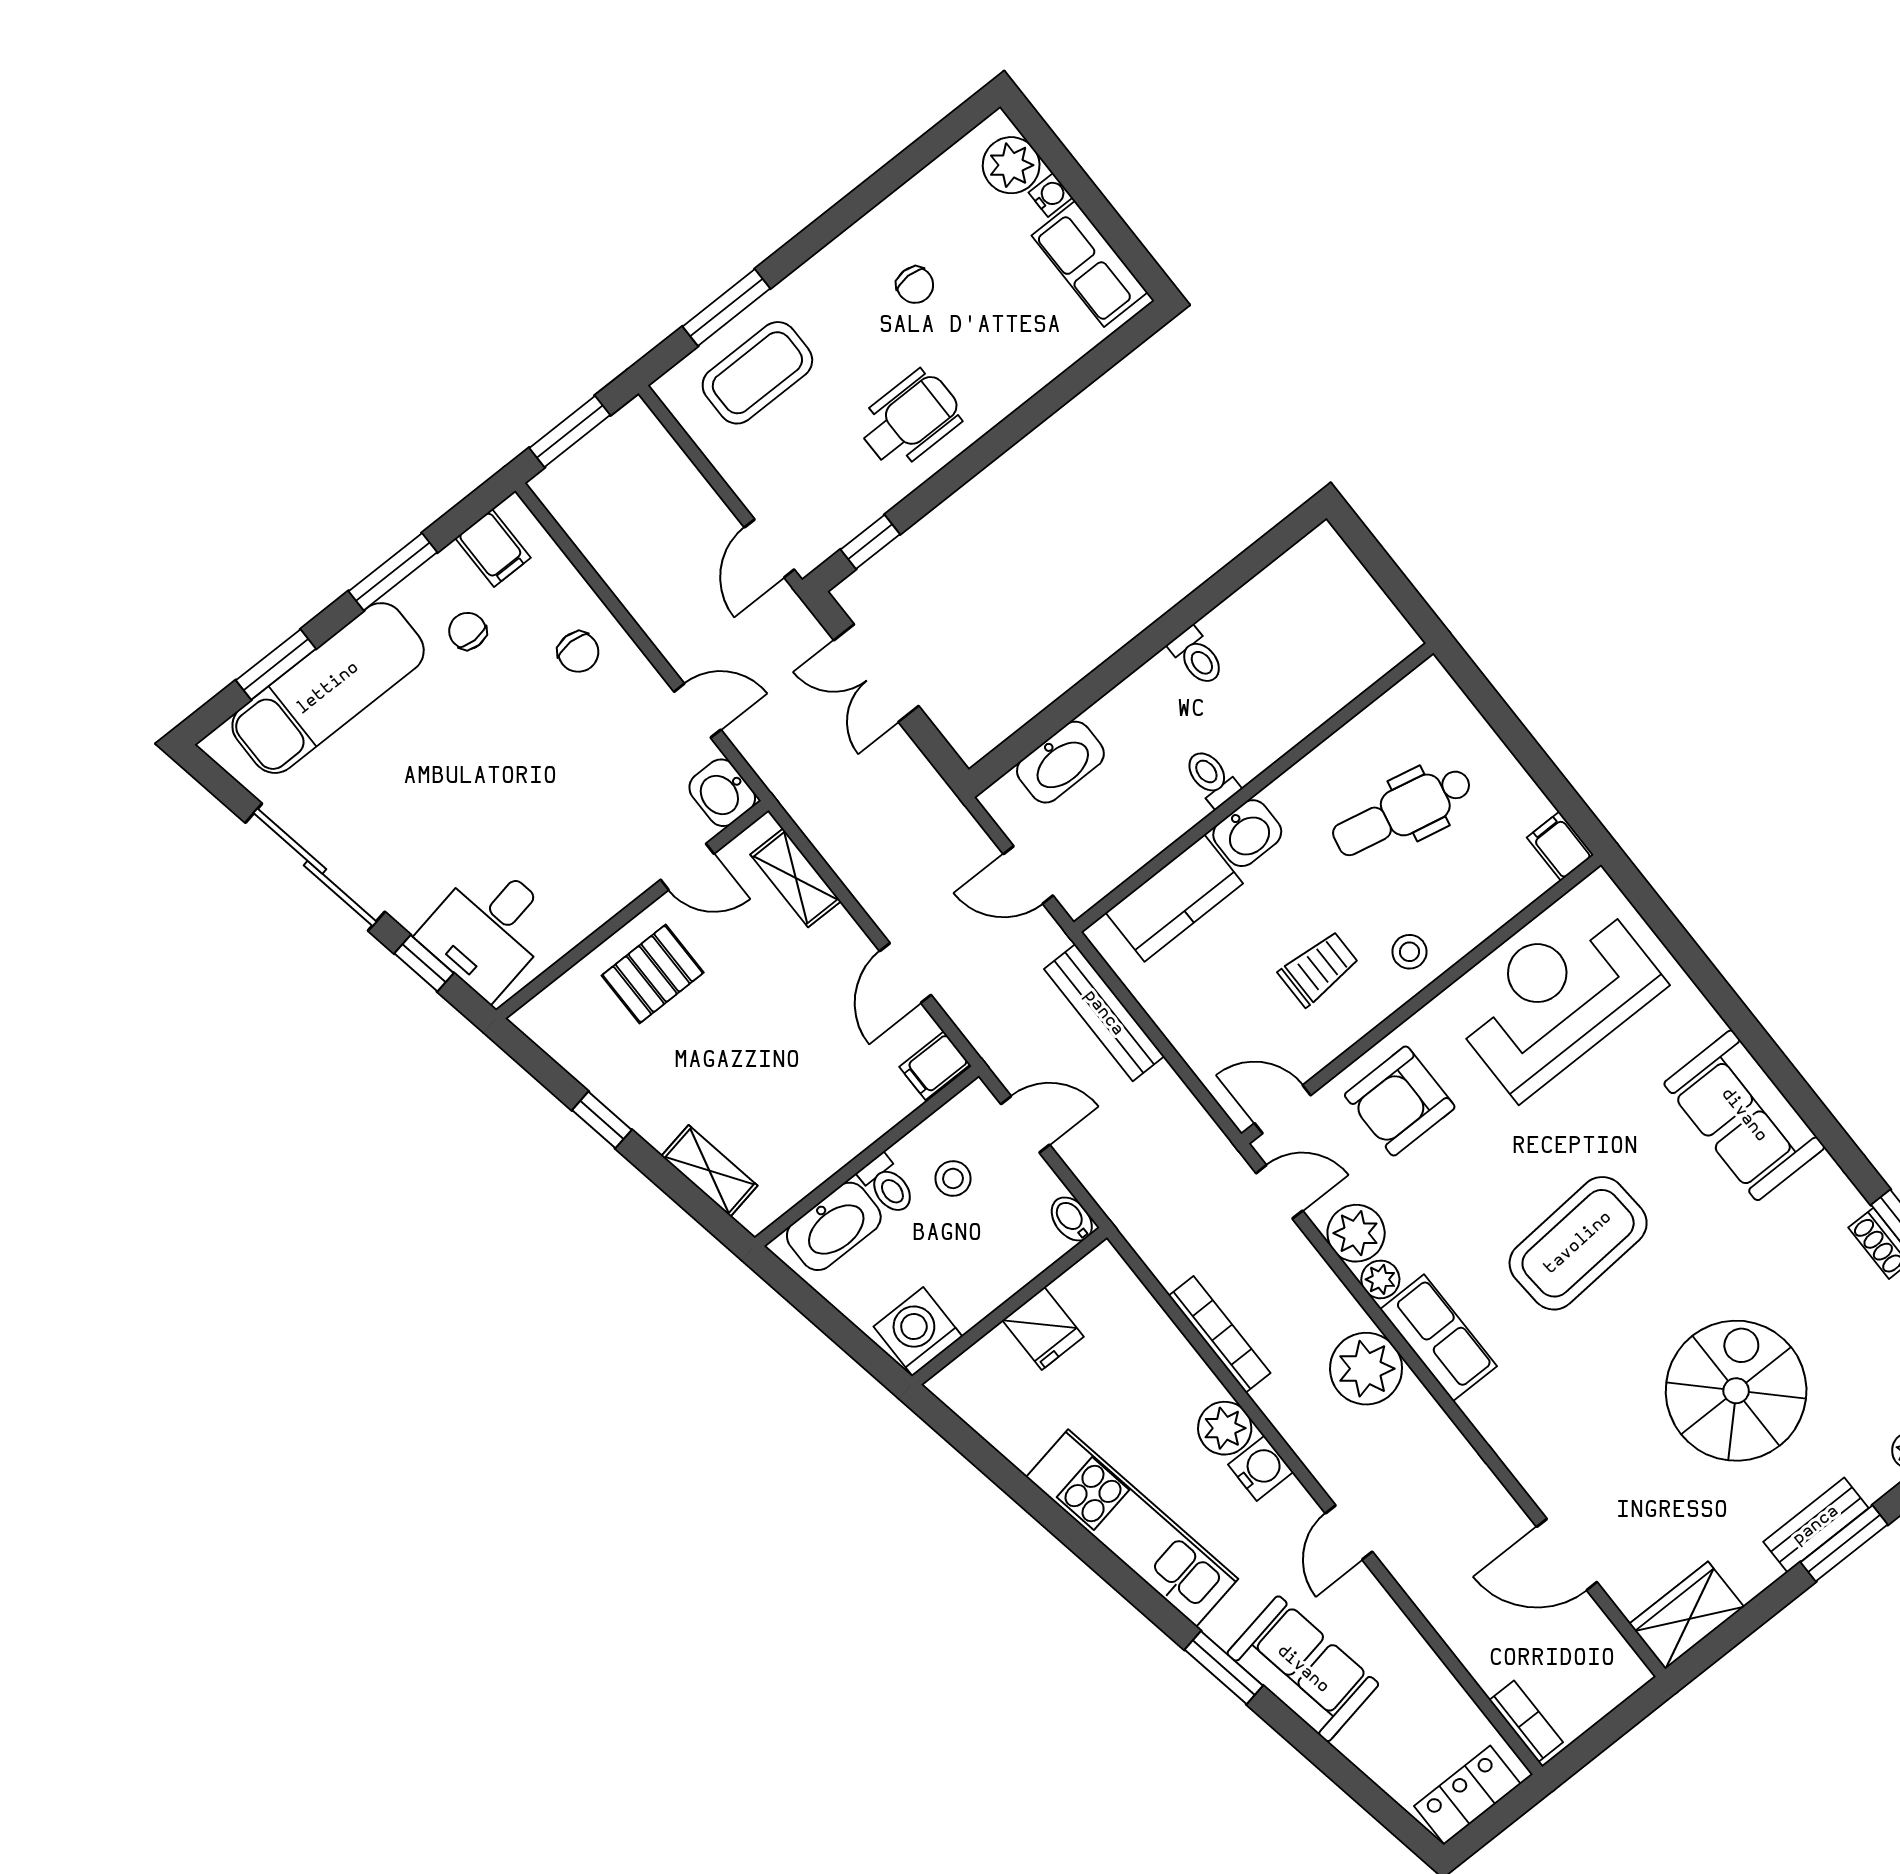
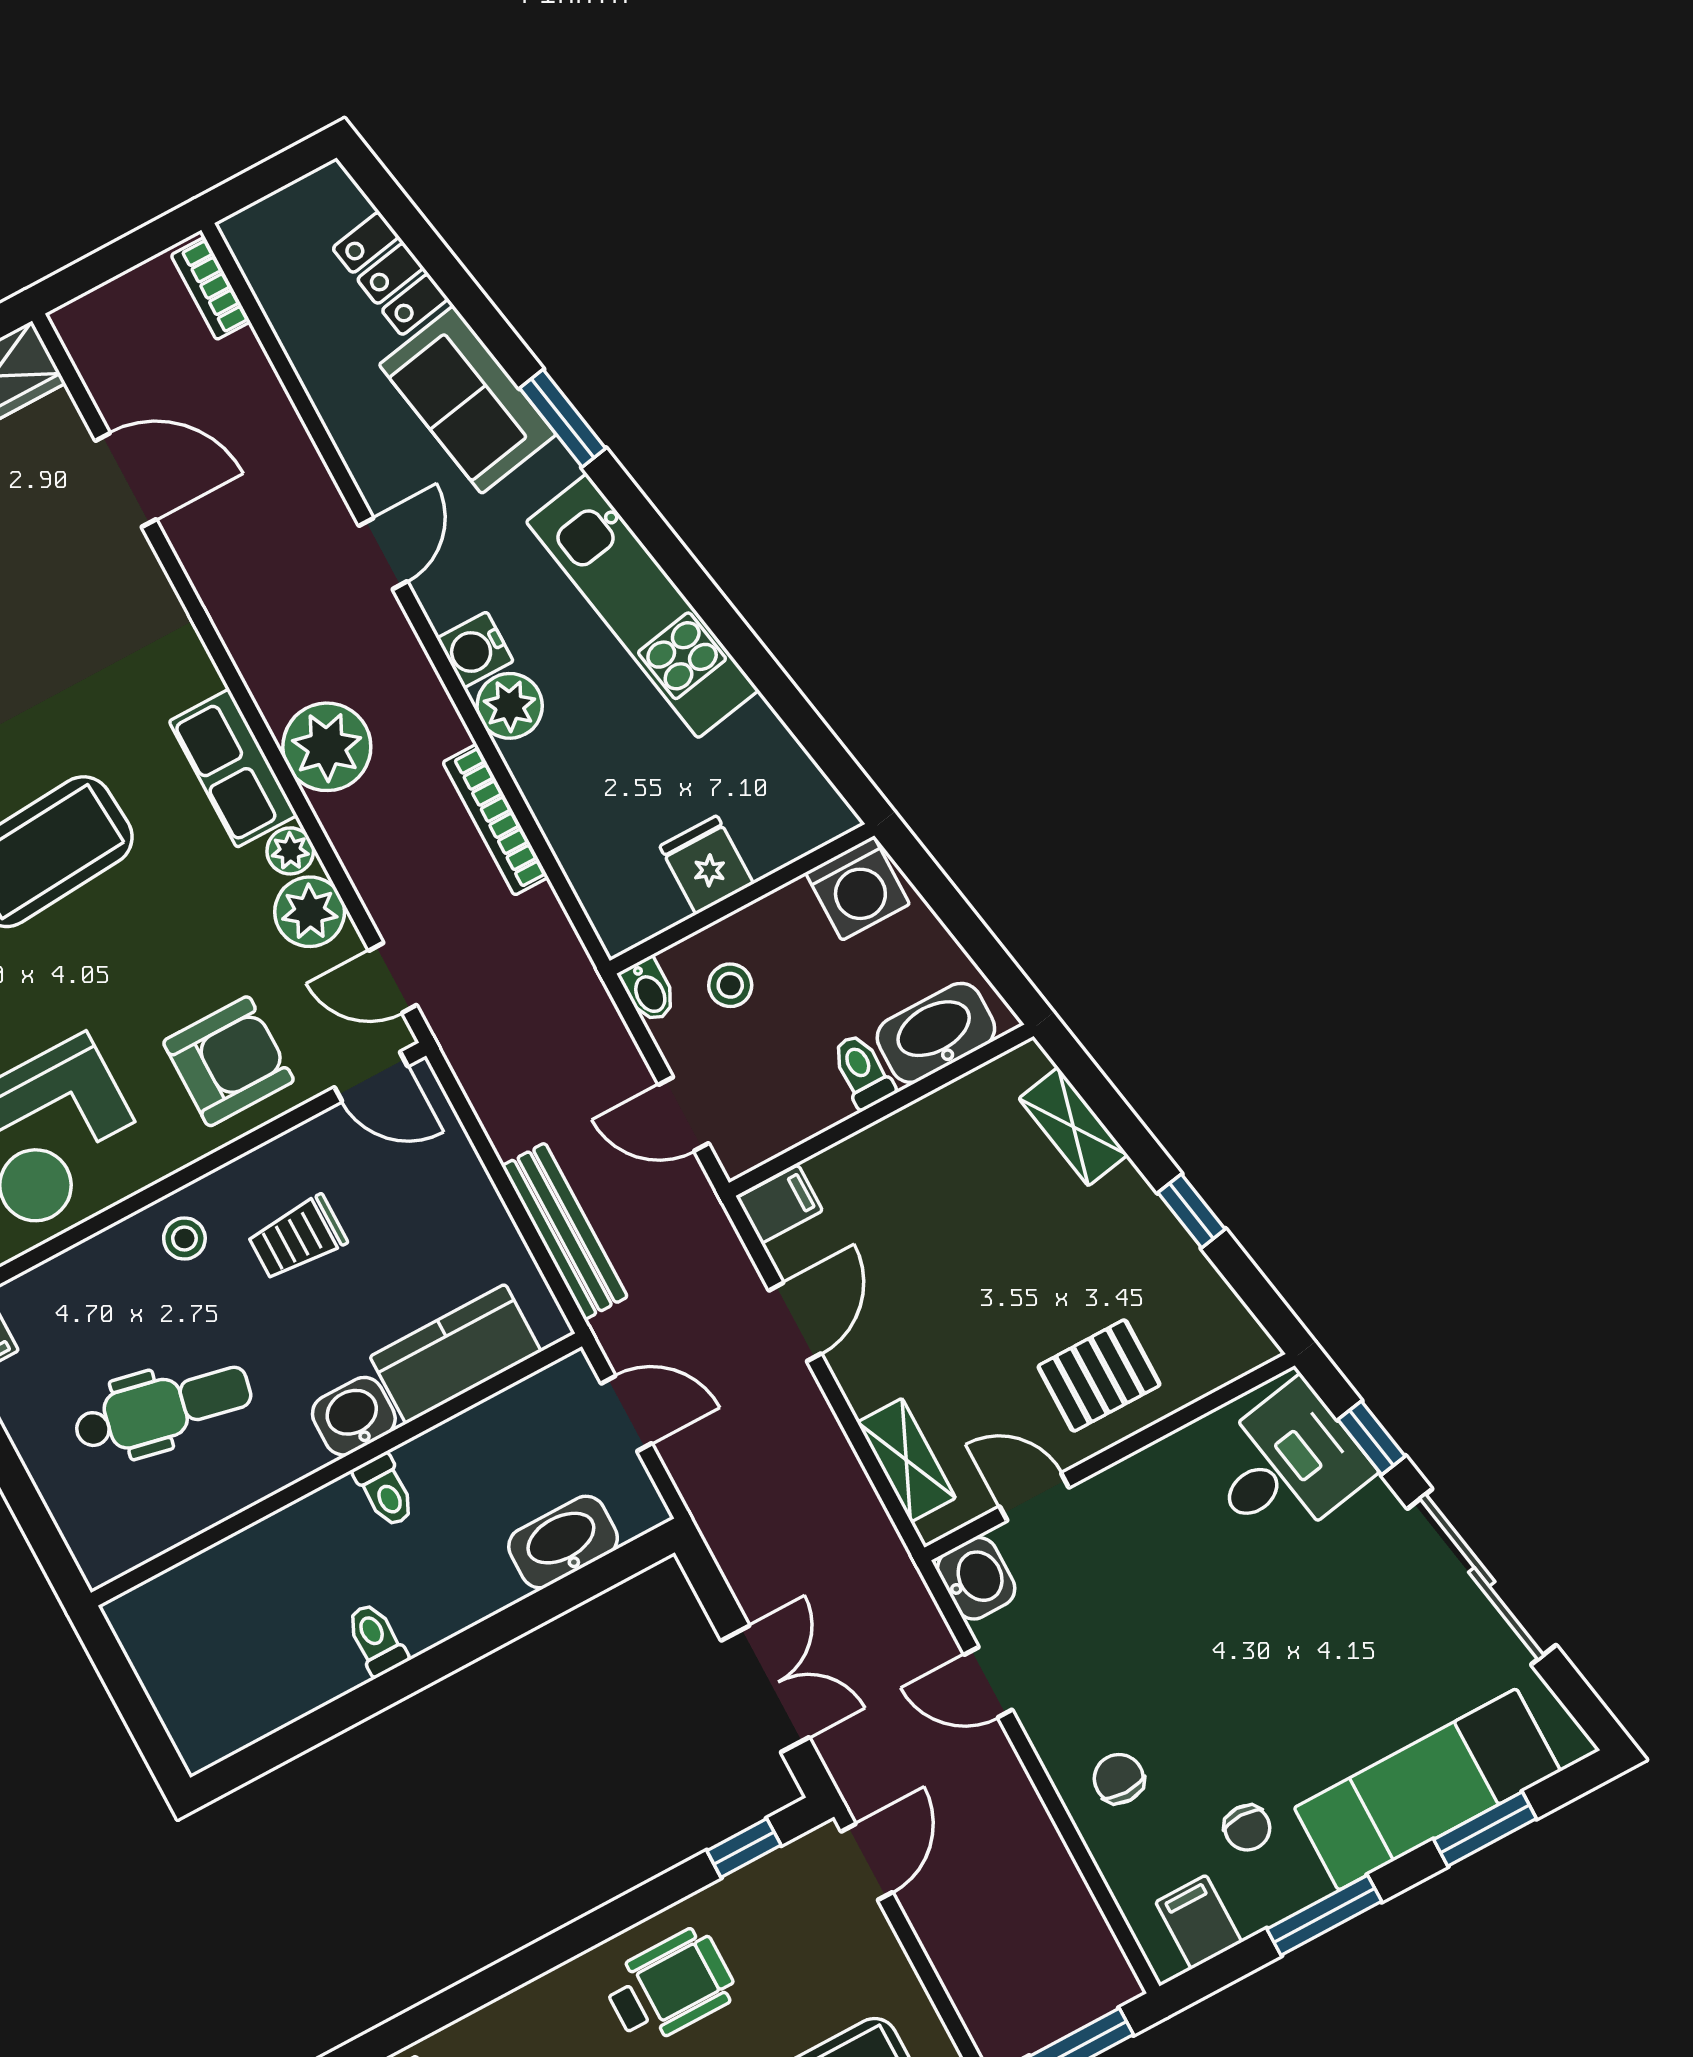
wheelchair: (910, 419) -> (670, 1987), turned 180
stool: (953, 1178) -> (730, 985), moved
locker: (1467, 1795) -> (390, 273), moved, turned 80

